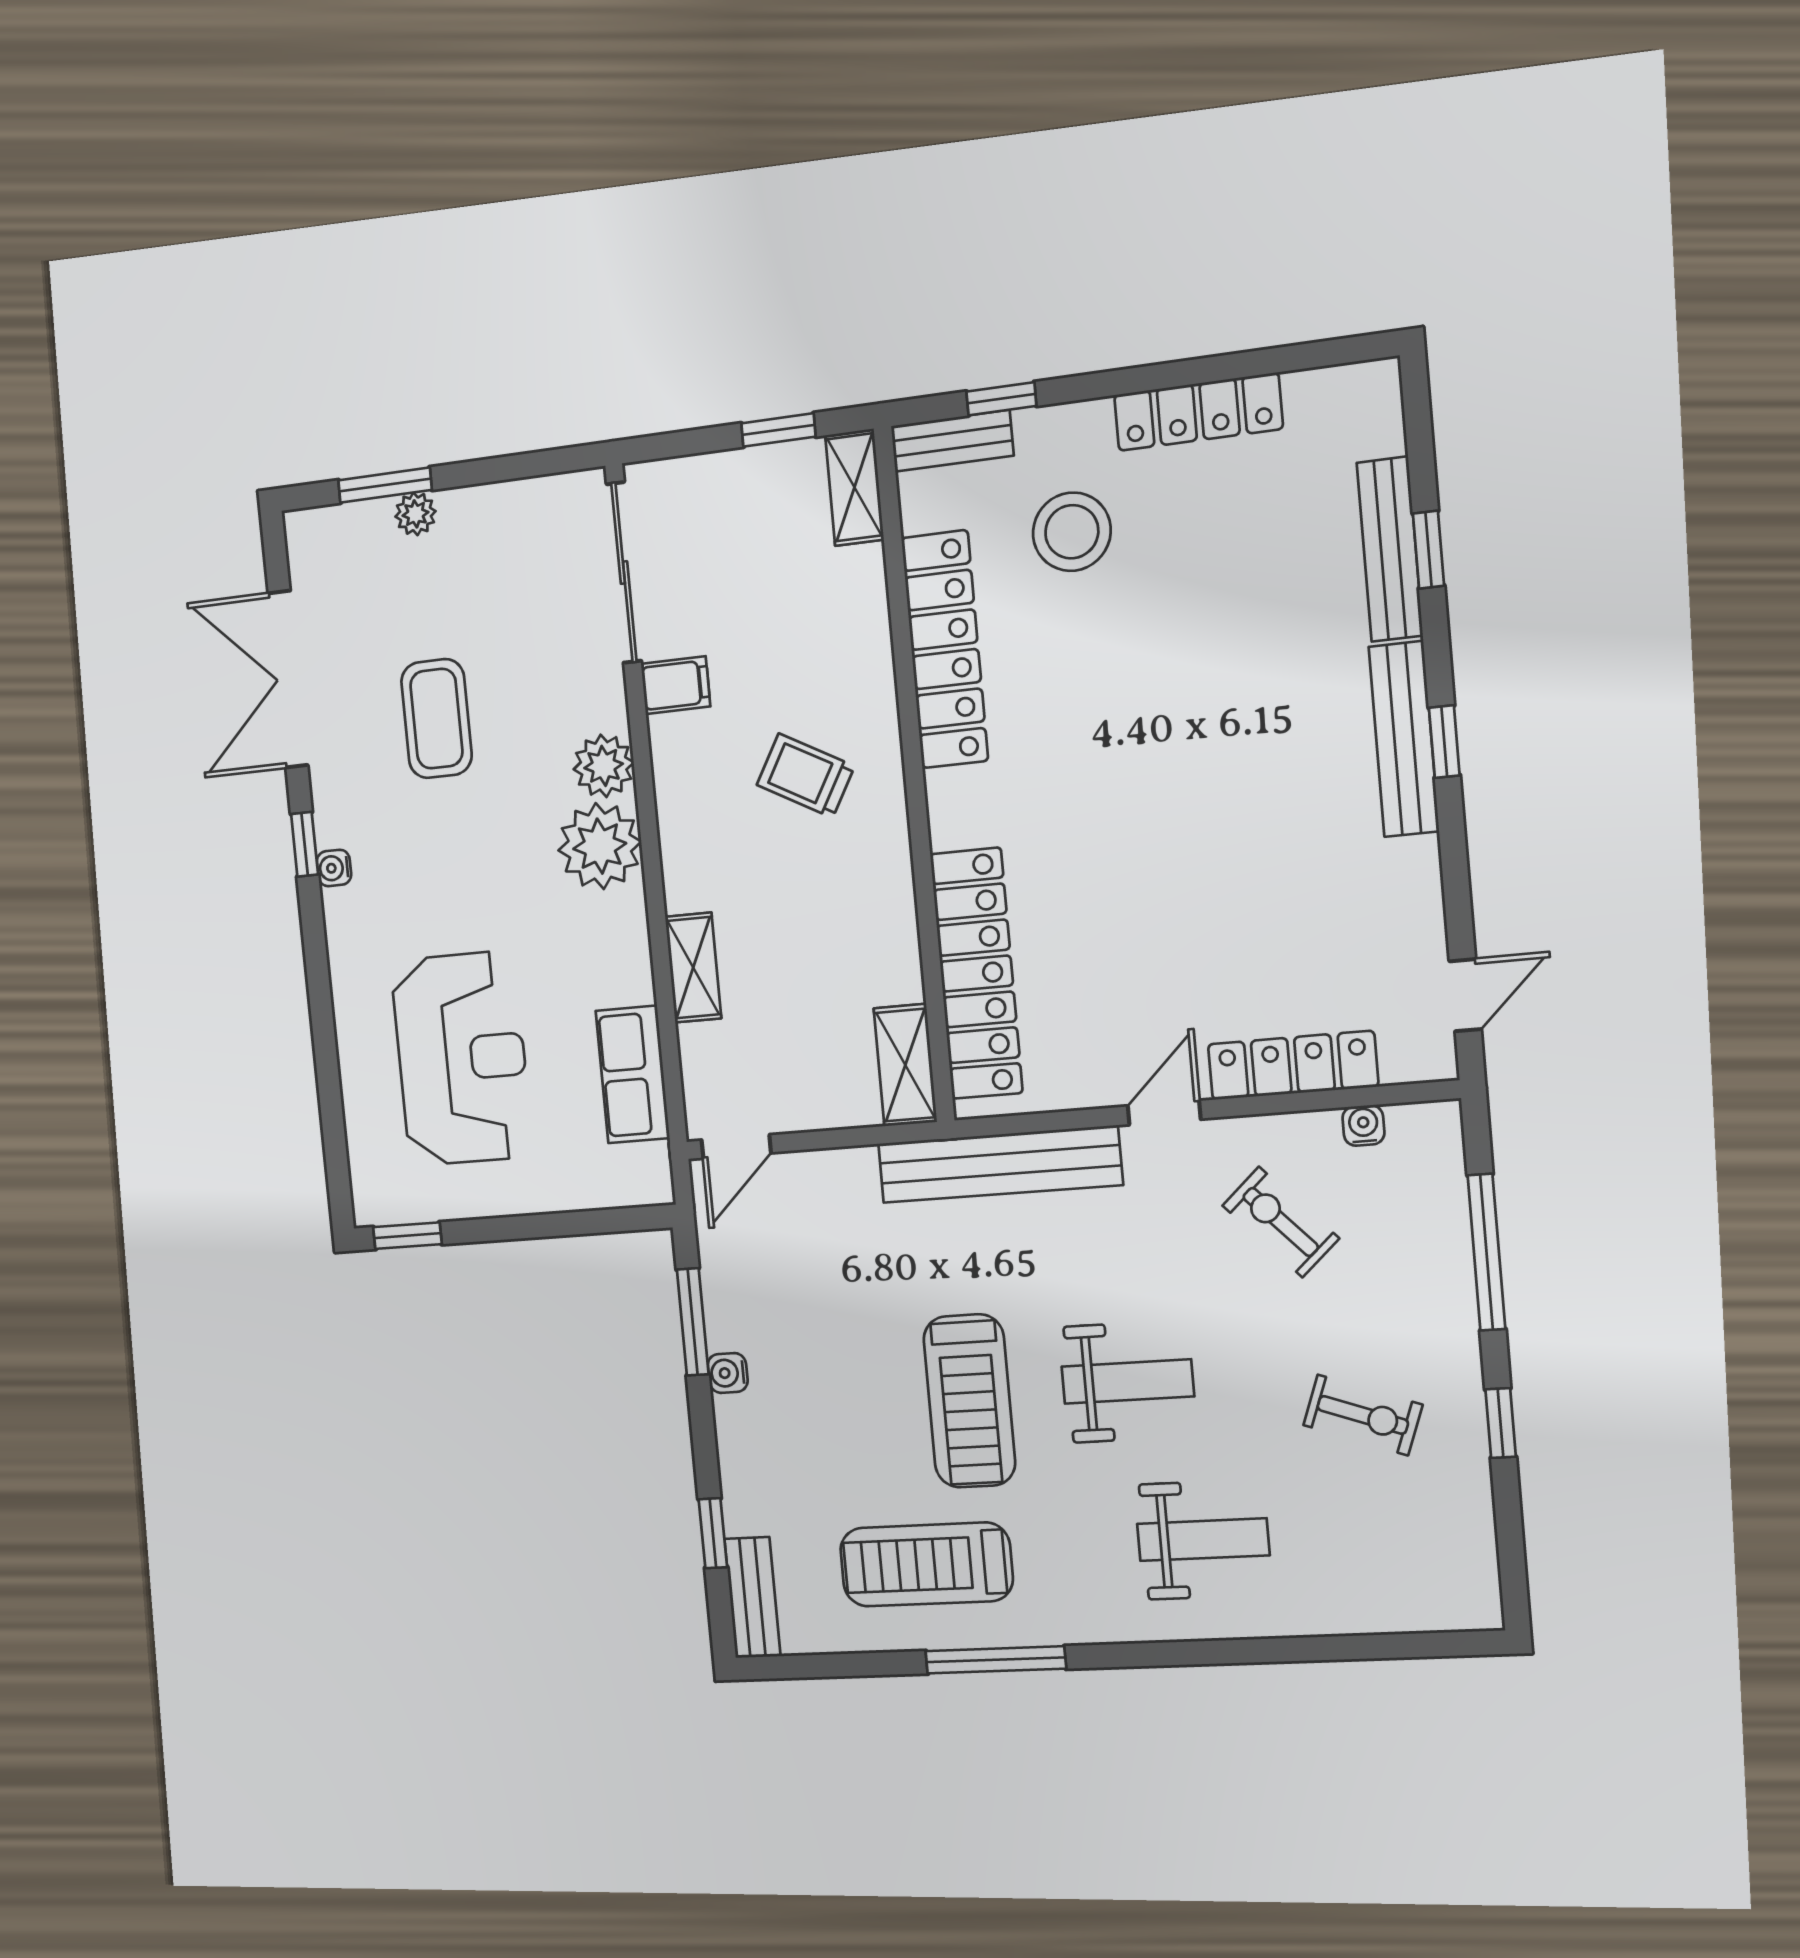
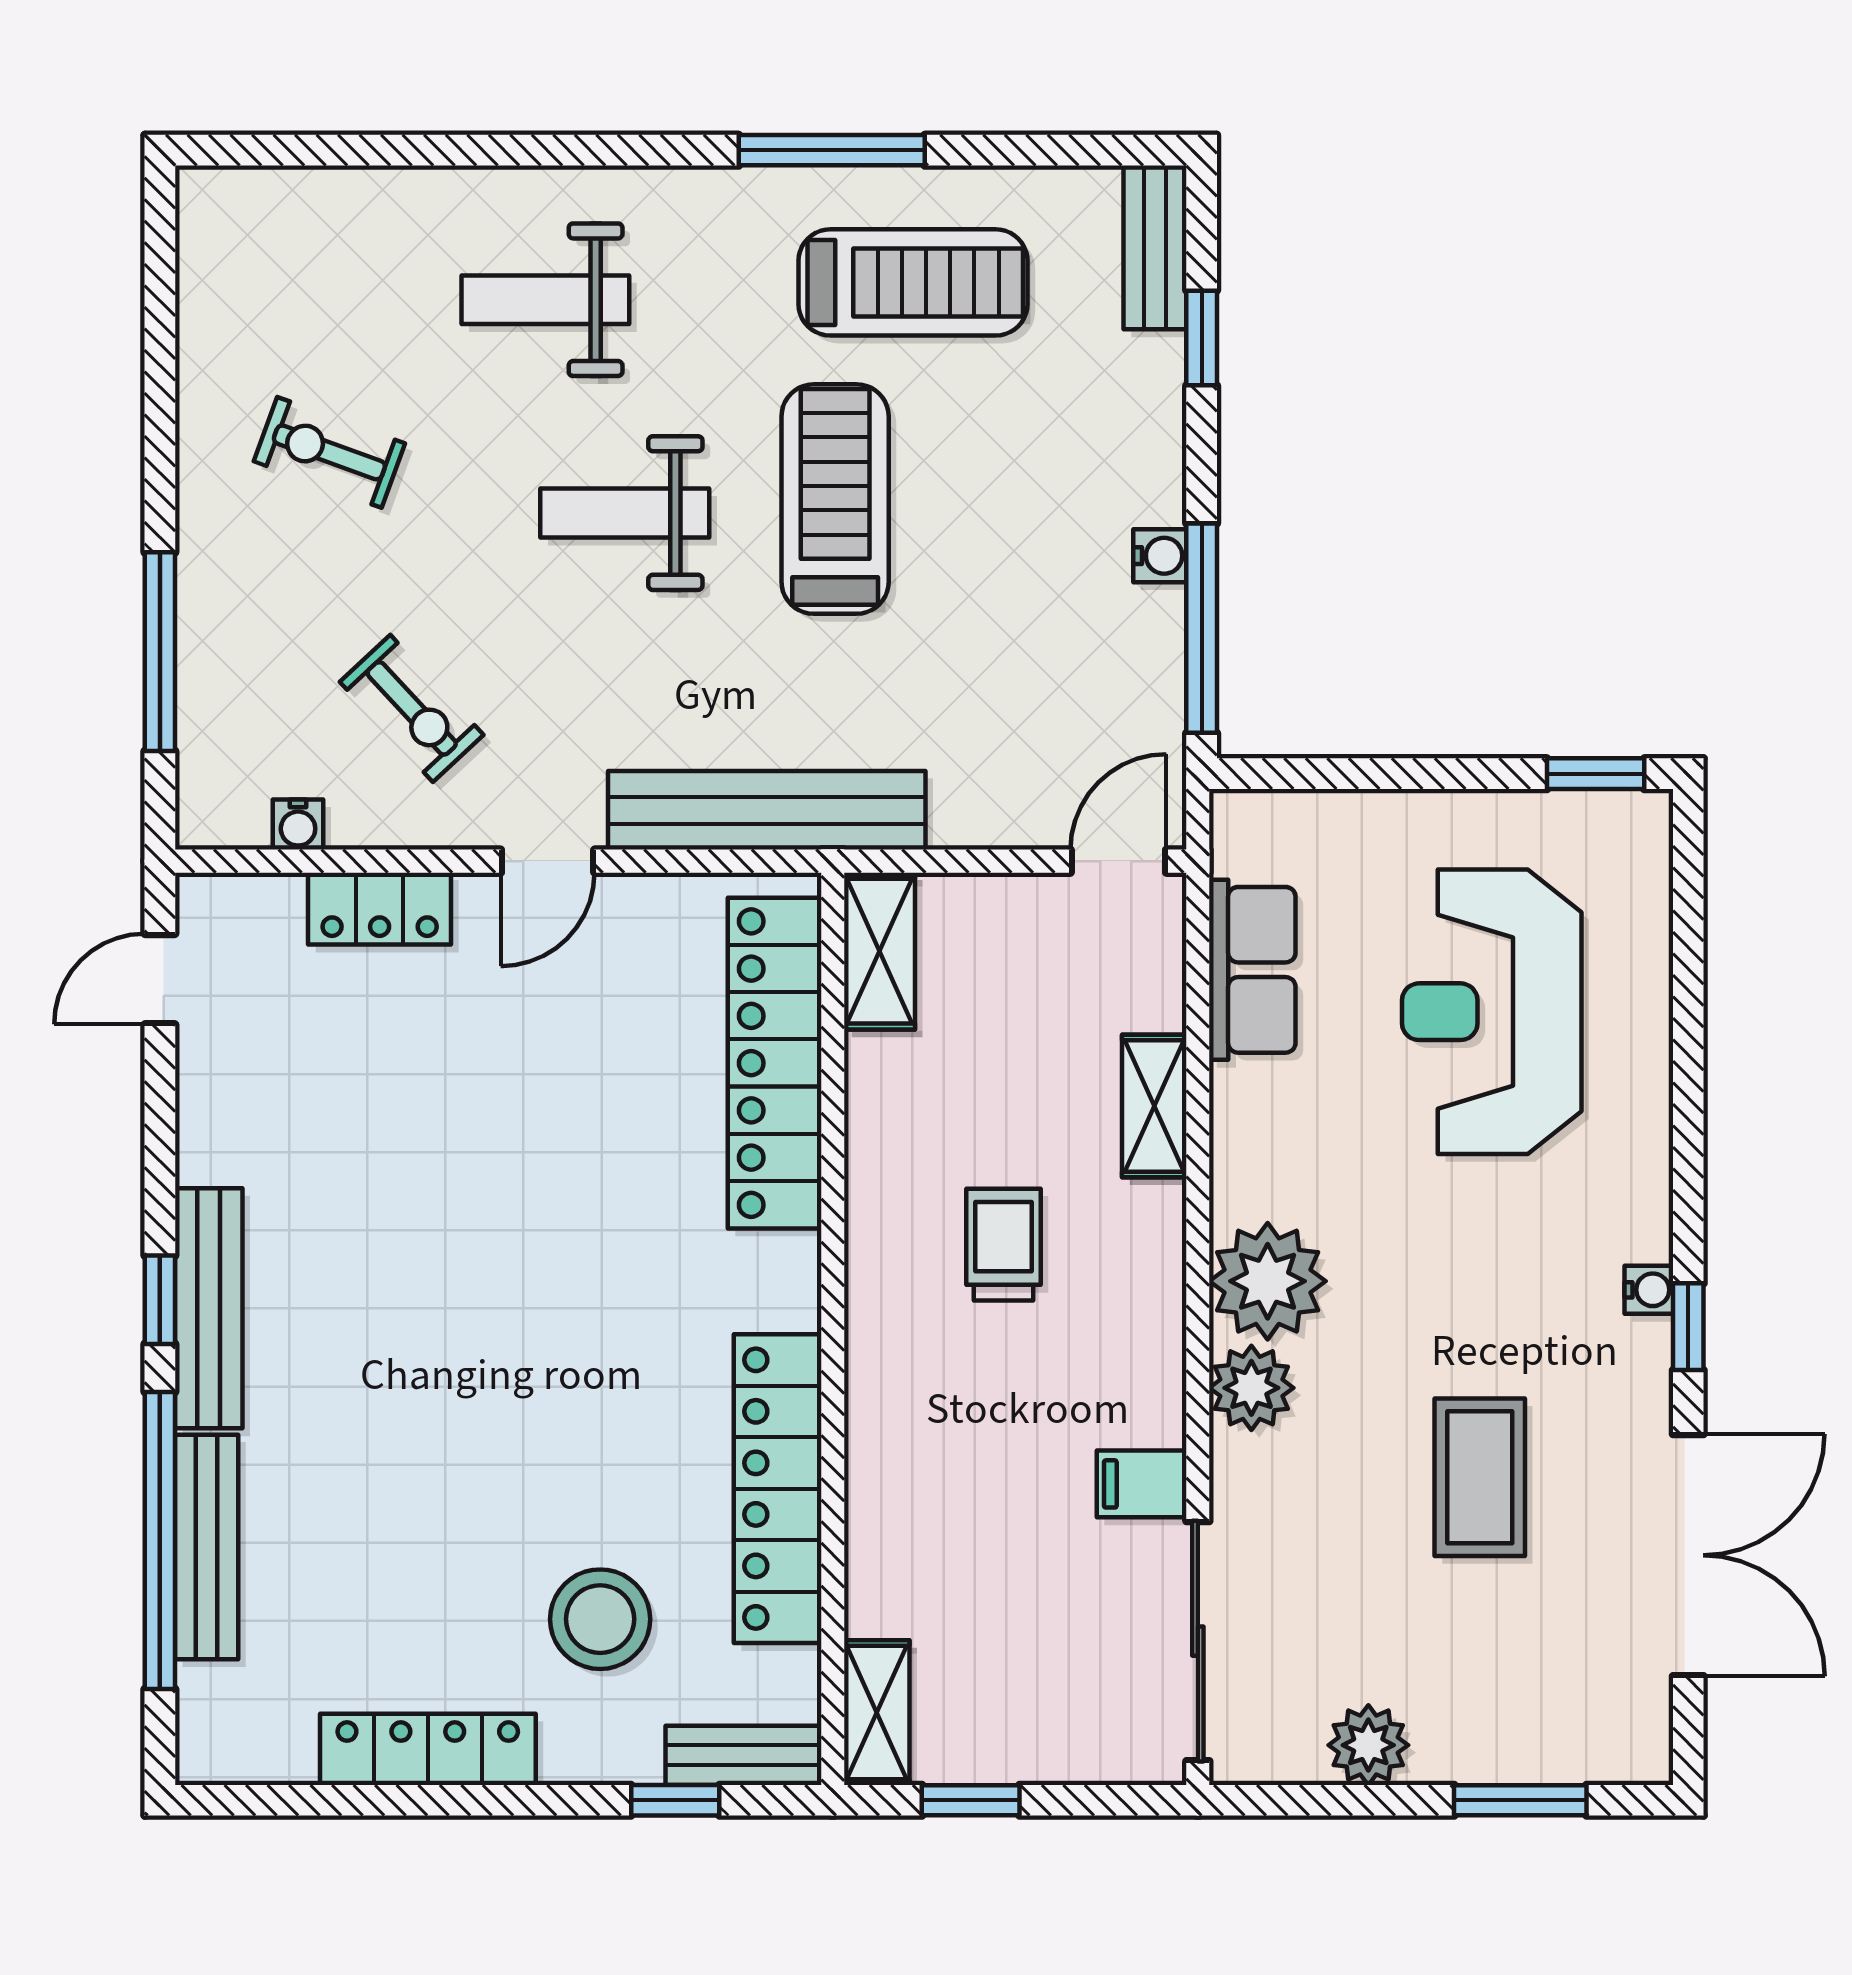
plant: (415, 514) -> (1368, 1745), moved, width x1.38, depth x1.38
window: (1428, 550) -> (160, 1541), width x3.17
trolley: (806, 776) -> (1003, 1245), moved, turned -119
locker: (1293, 1065) -> (380, 909), width x0.66
window: (693, 1322) -> (1202, 628), width x1.44
window: (1501, 1423) -> (160, 433), removed

